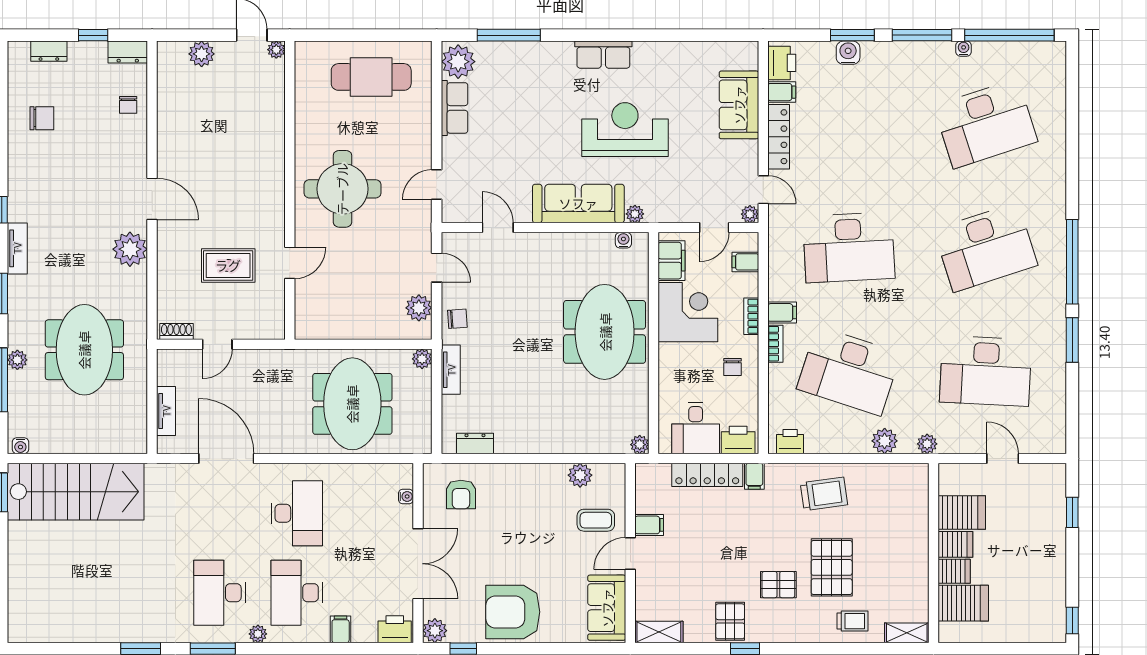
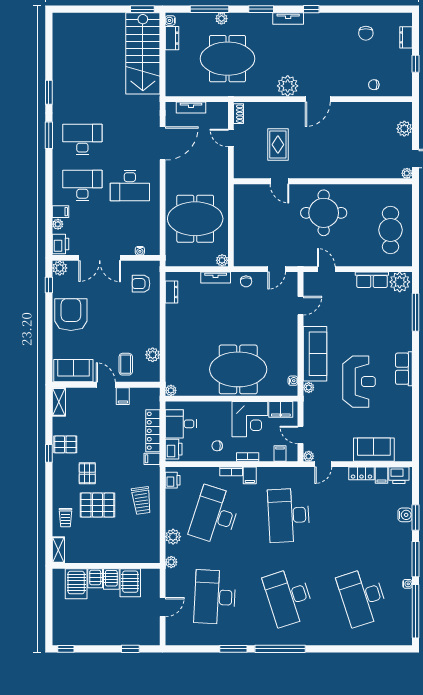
dresser: (128, 52) -> (172, 38), moved, turned 180
locker: (779, 137) -> (361, 473), width x0.66
plant: (419, 308) -> (253, 258), removed
plant: (258, 634) -> (58, 224), moved

